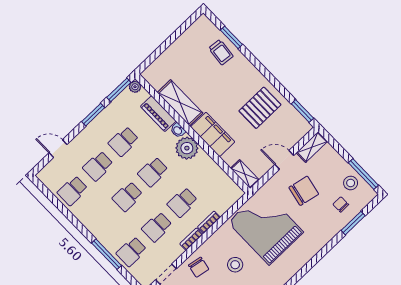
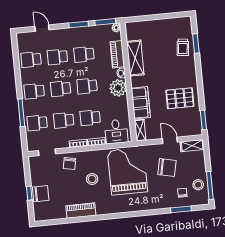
filing cabinet: (213, 134) -> (141, 103), moved
desk: (221, 195) -> (116, 132), added
school desk: (102, 221) -> (34, 91), added

